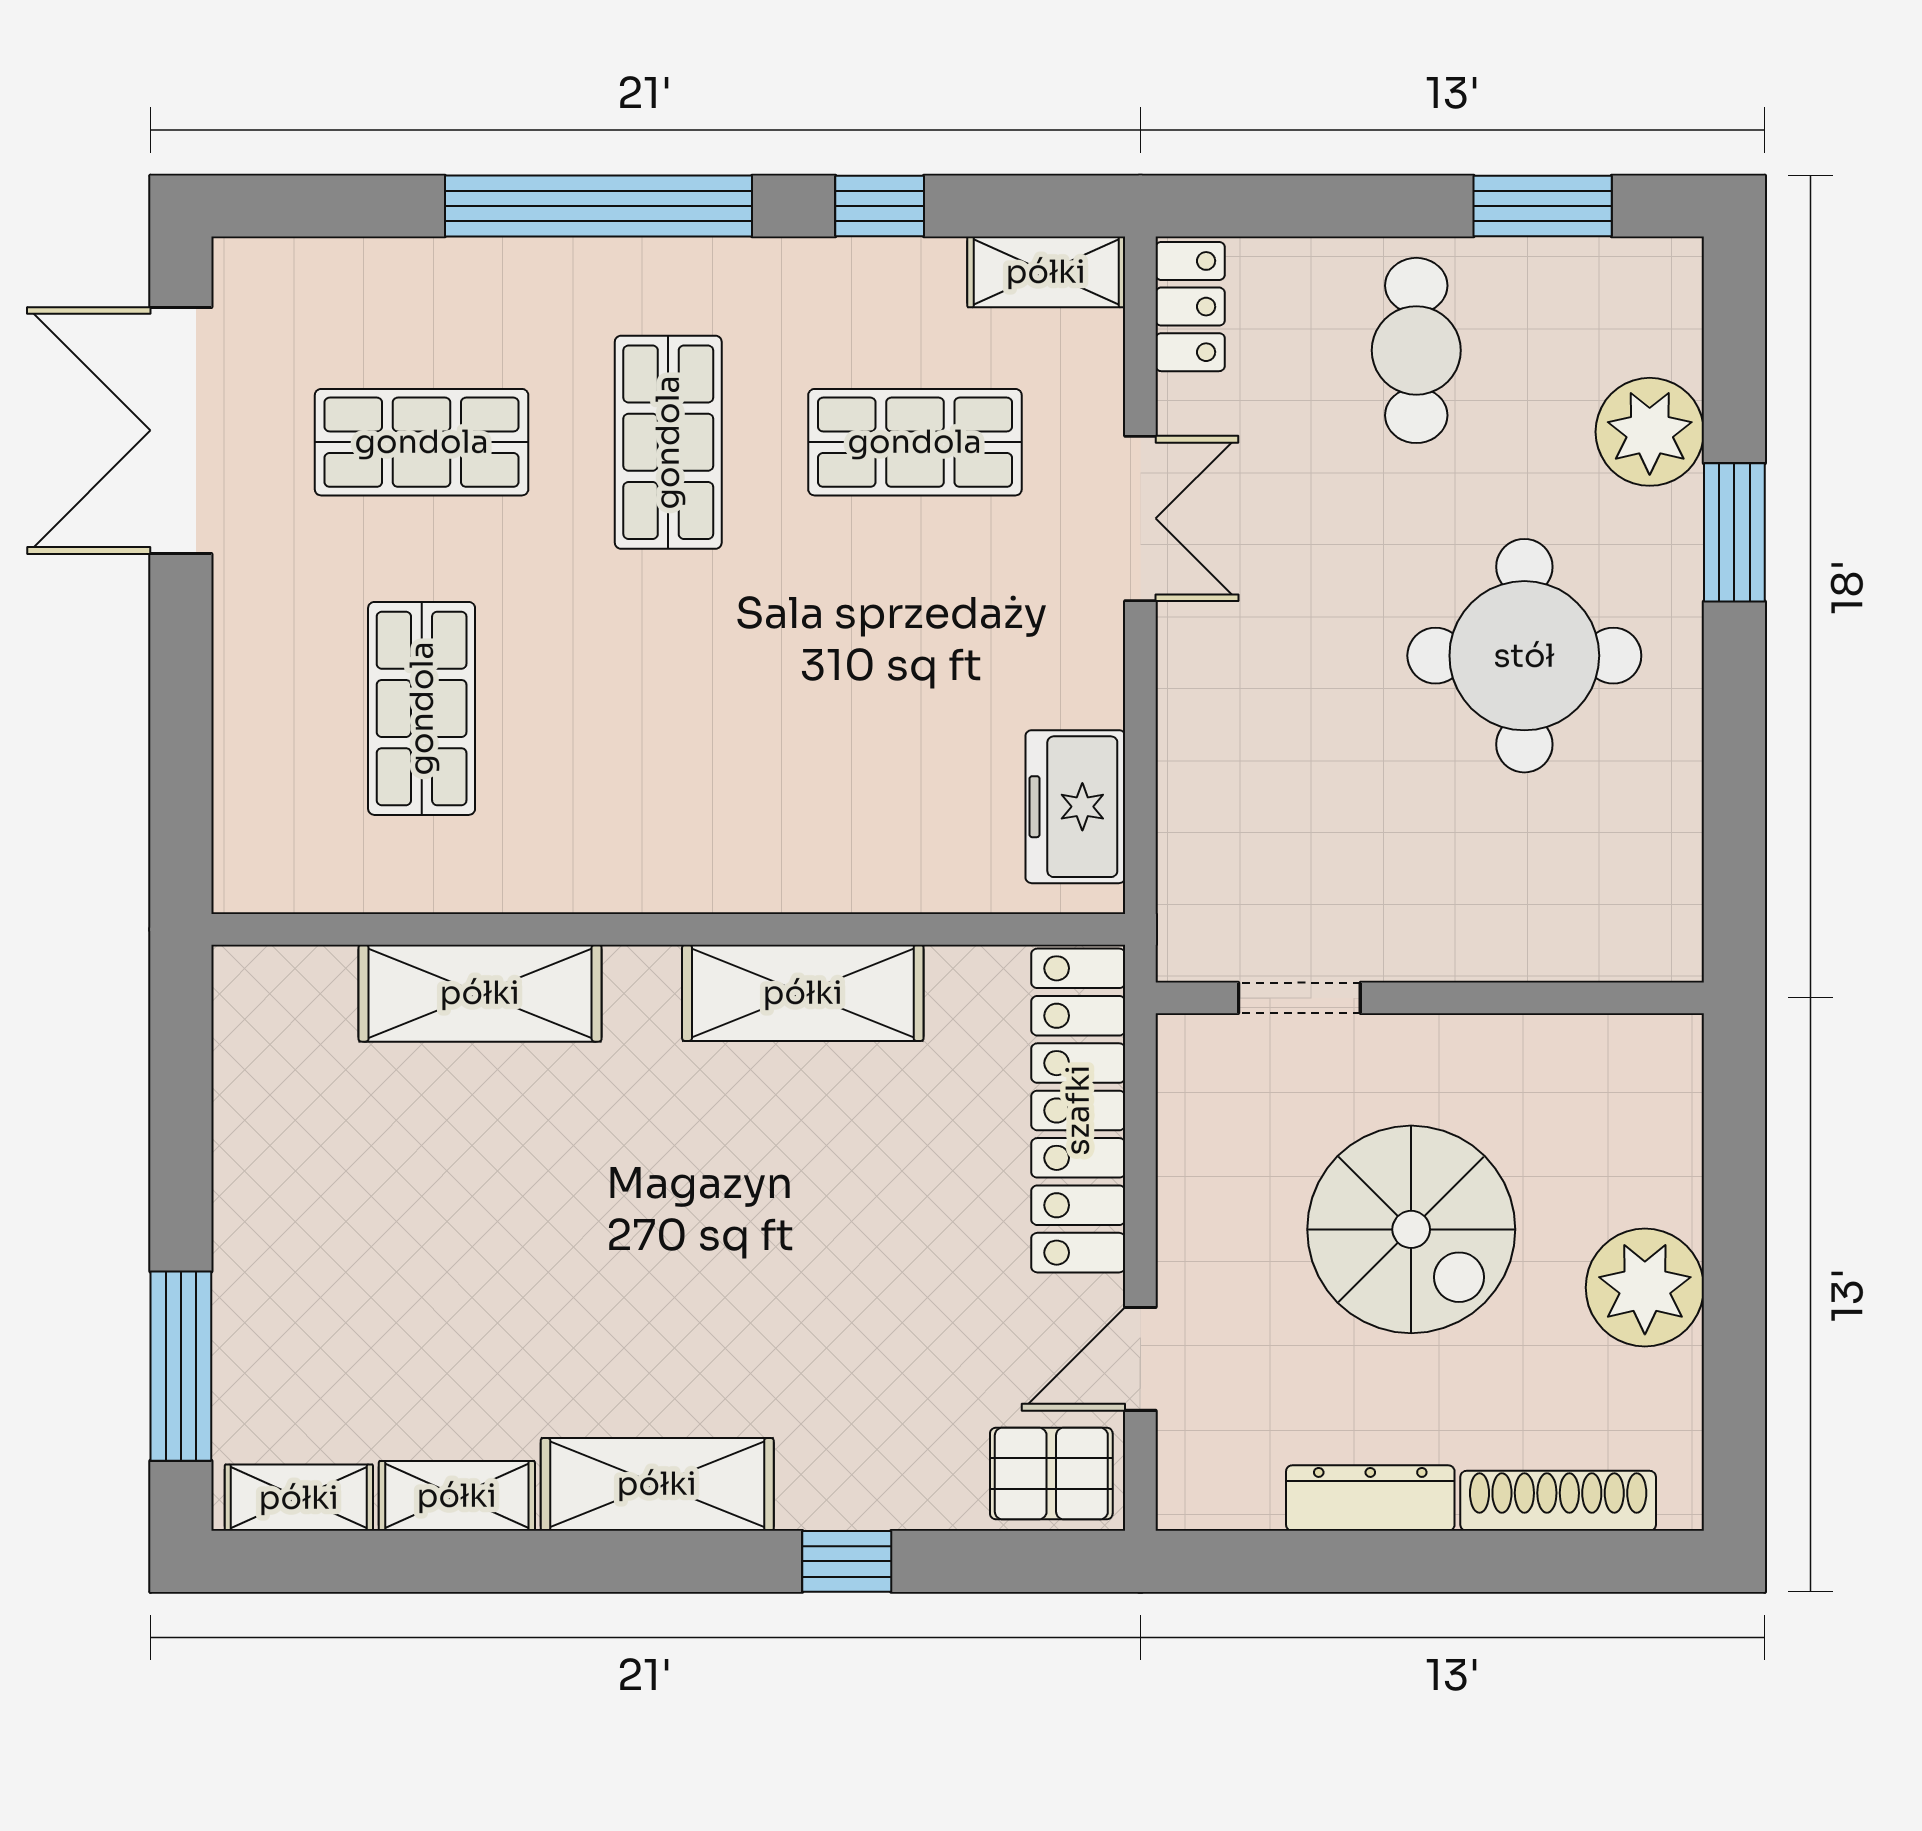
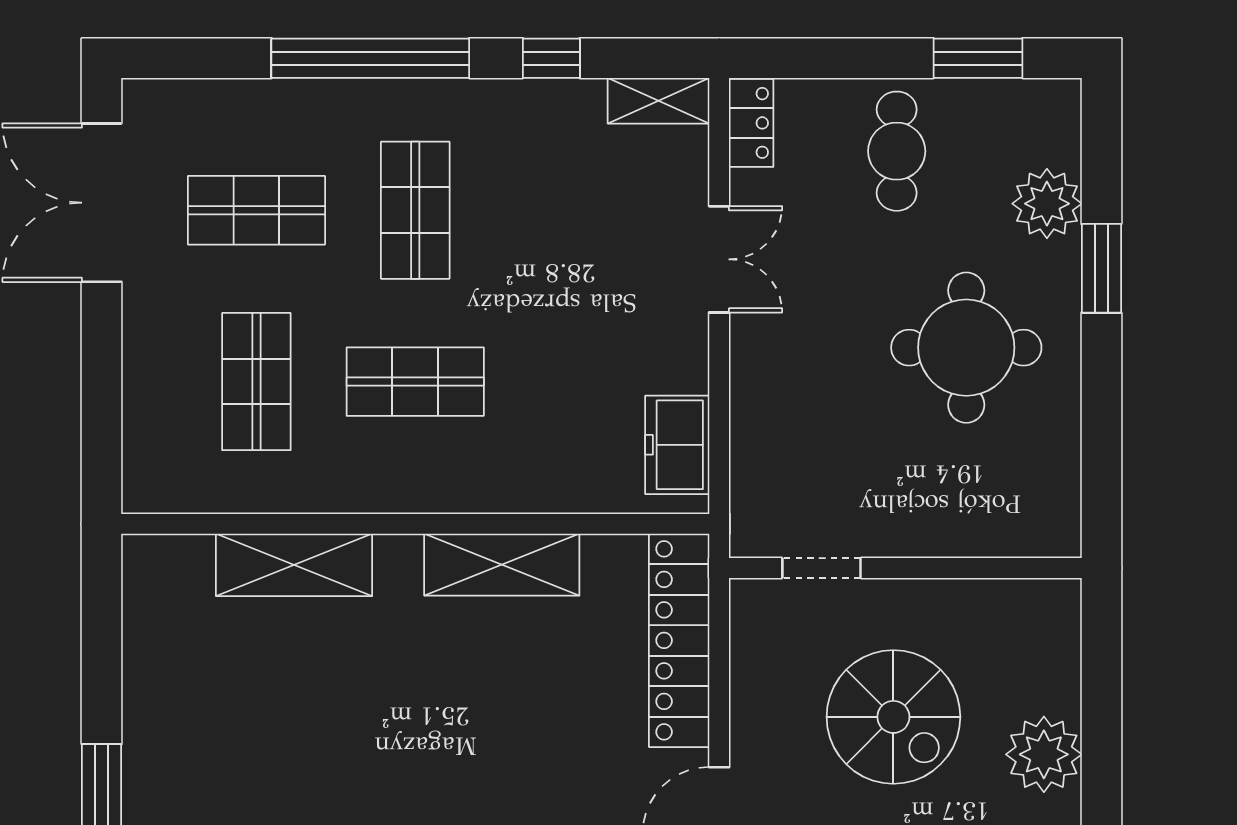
shop shelf: (915, 442) -> (415, 382), moved

